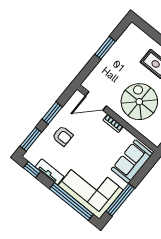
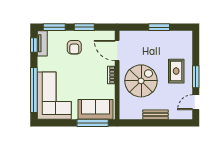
tv unit: (50, 172) -> (42, 43), moved
window: (120, 200) -> (93, 123), moved

